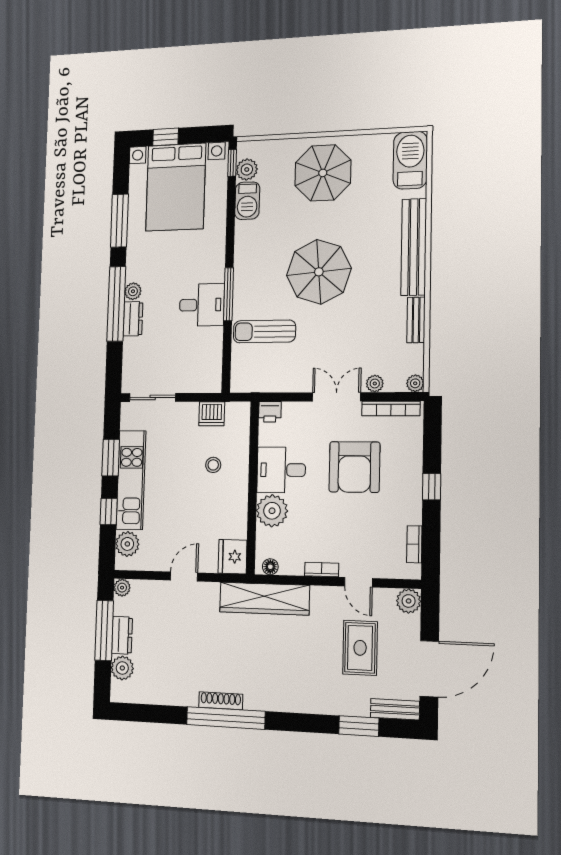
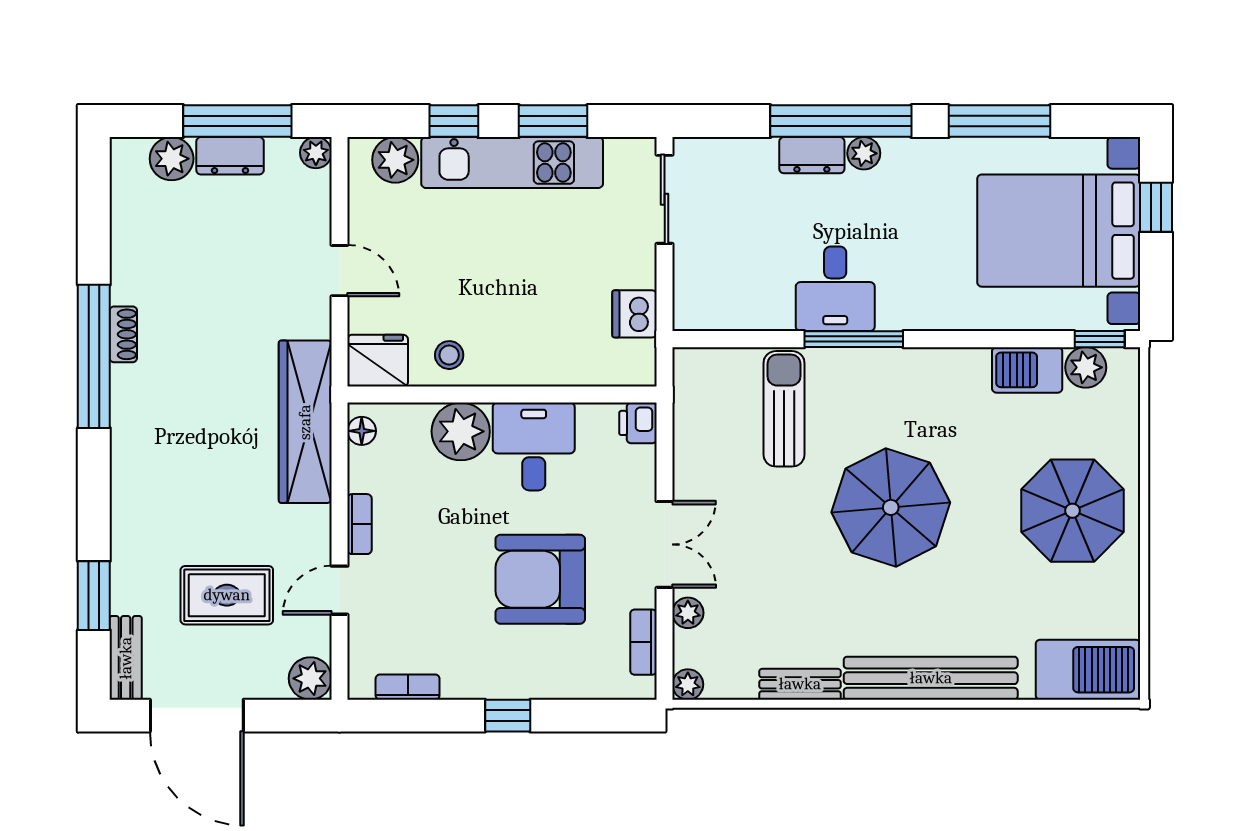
bookcase: (391, 409) -> (643, 642), width x0.64
stool: (213, 465) -> (449, 355), moved
shoe rack: (221, 701) -> (123, 334), width x0.70

